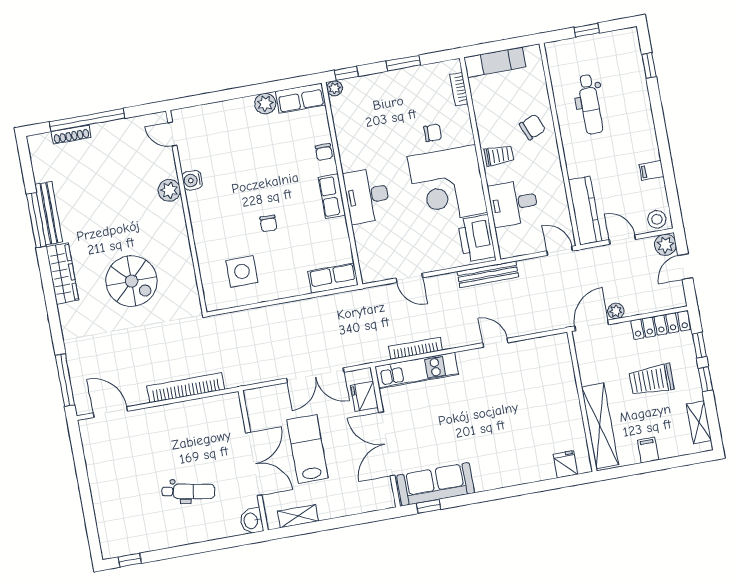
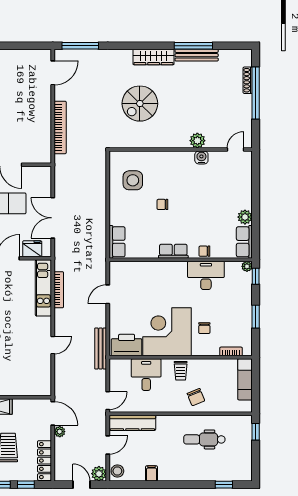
window: (587, 30) -> (256, 432), moved
desk: (367, 196) -> (206, 275), moved

